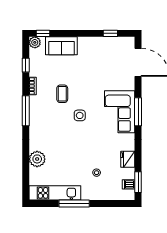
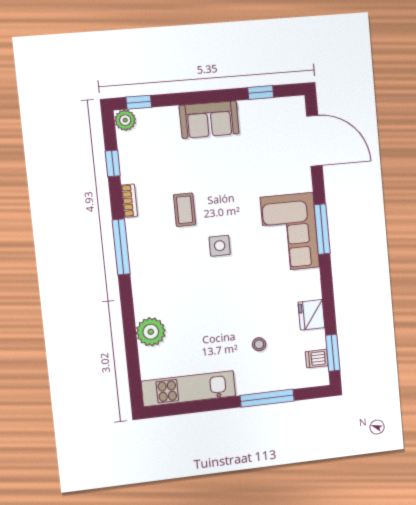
sofa: (61, 46) -> (209, 120), moved
window: (74, 204) -> (267, 398), moved

